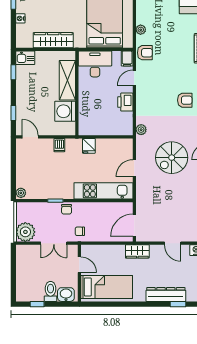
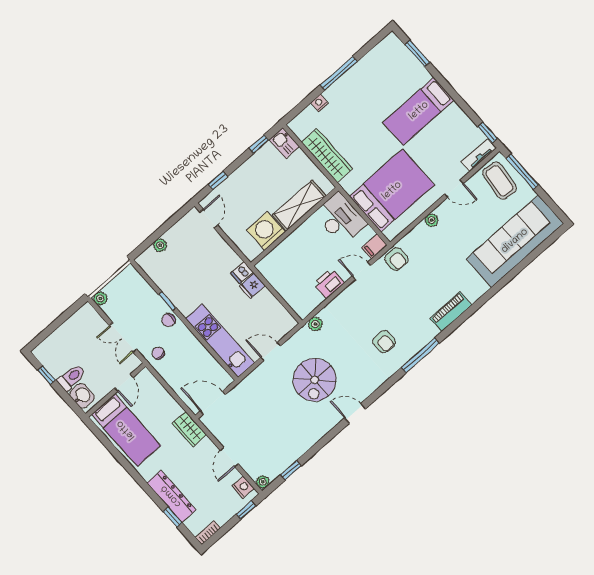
plant: (141, 30) -> (432, 220), moved
dishwasher: (59, 145) -> (242, 273), moved
spiral stairs: (172, 158) -> (315, 380), turned -90
plant: (21, 193) -> (160, 245), moved
plant: (25, 232) -> (100, 298), width x0.53, depth x0.53

